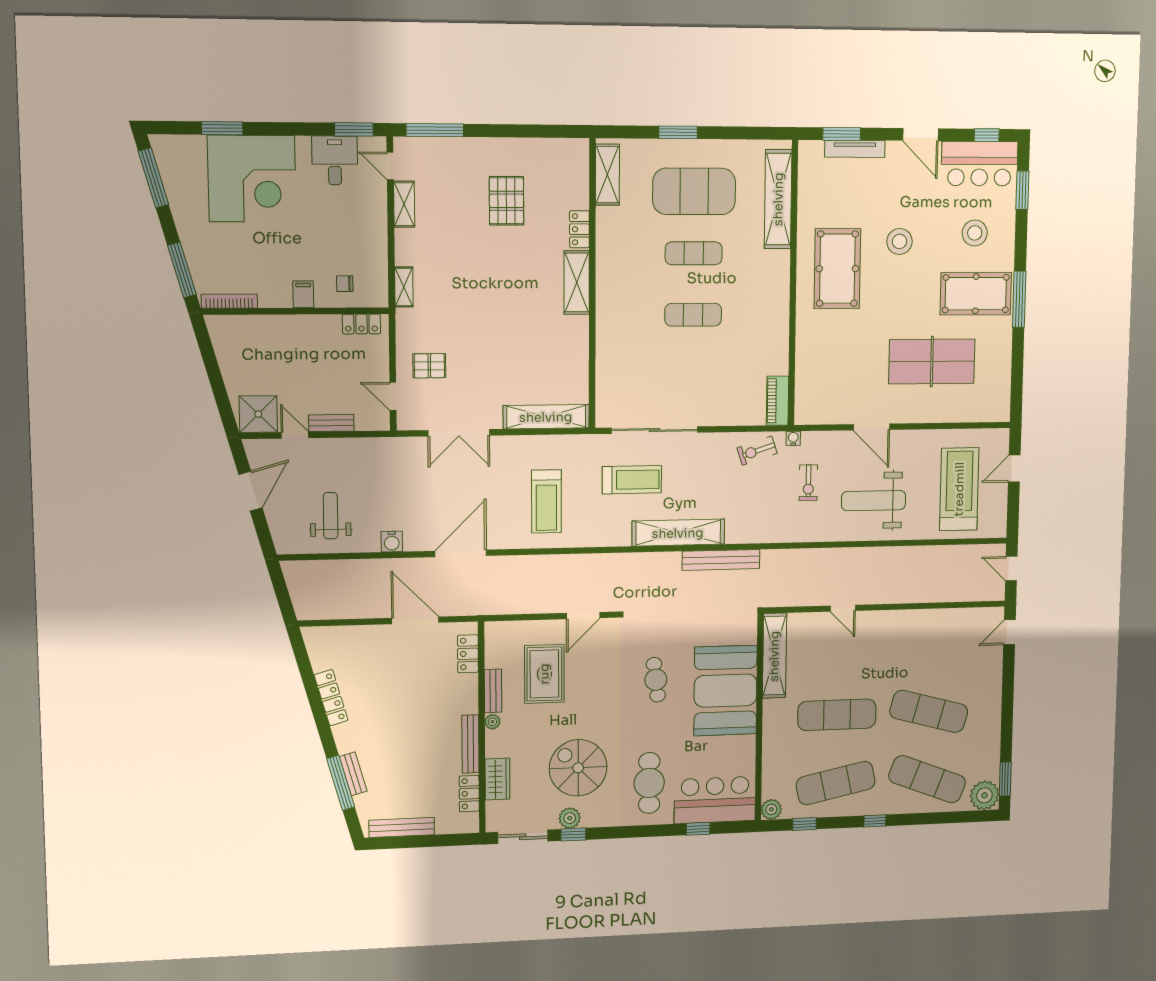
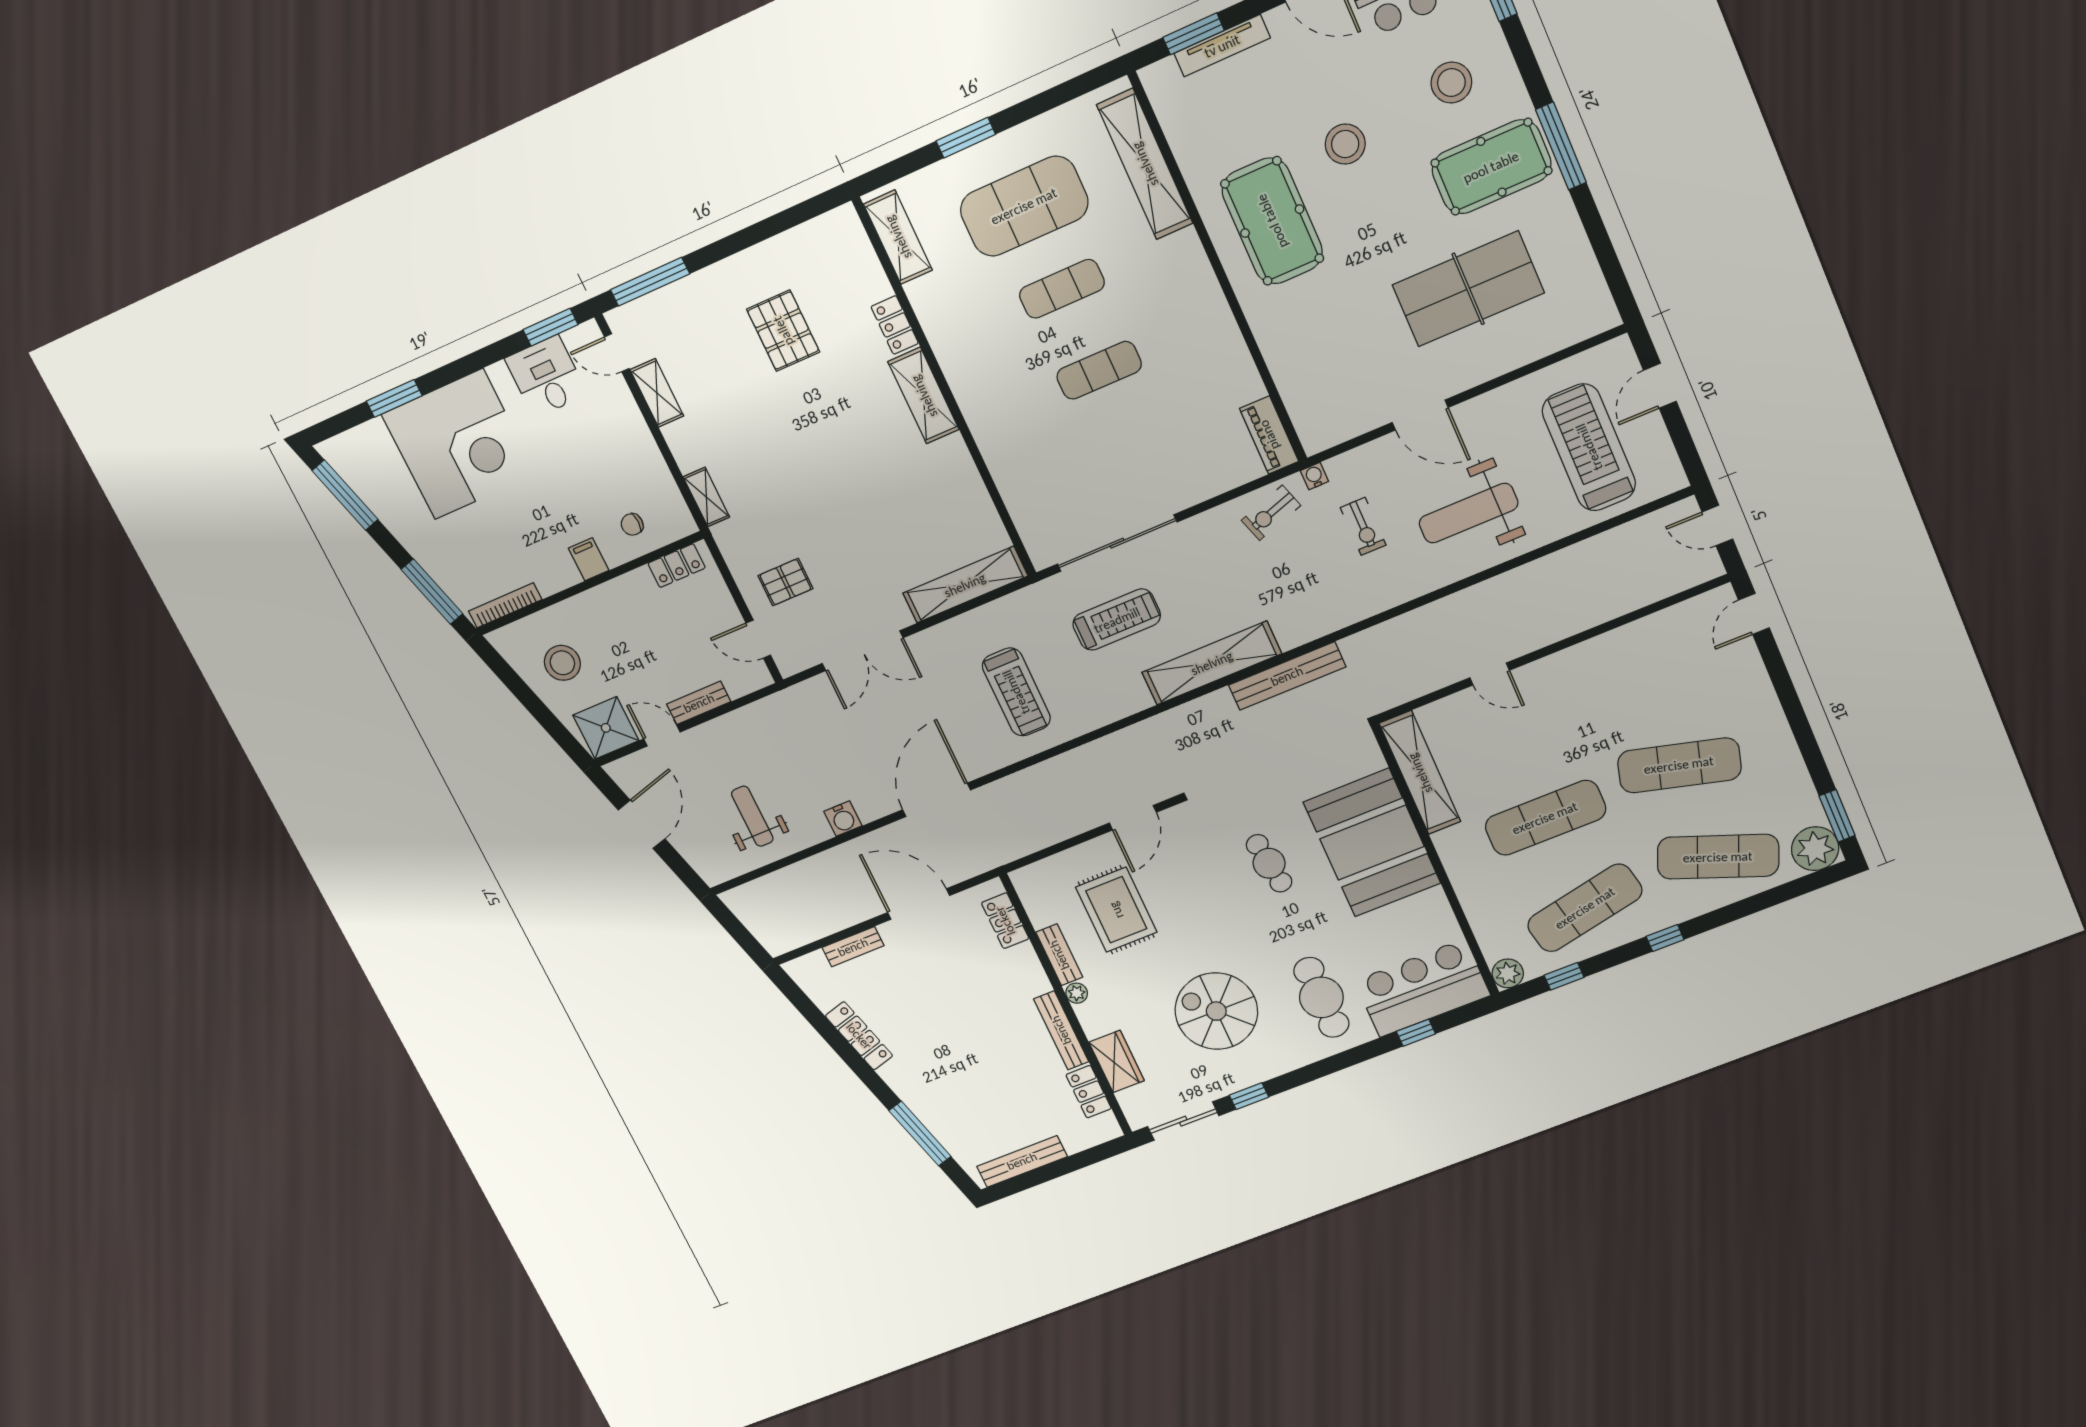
stool: (250, 357) -> (562, 663), added
bench: (353, 774) -> (853, 947), moved, turned -74
plant: (570, 818) -> (1235, 1078), removed

